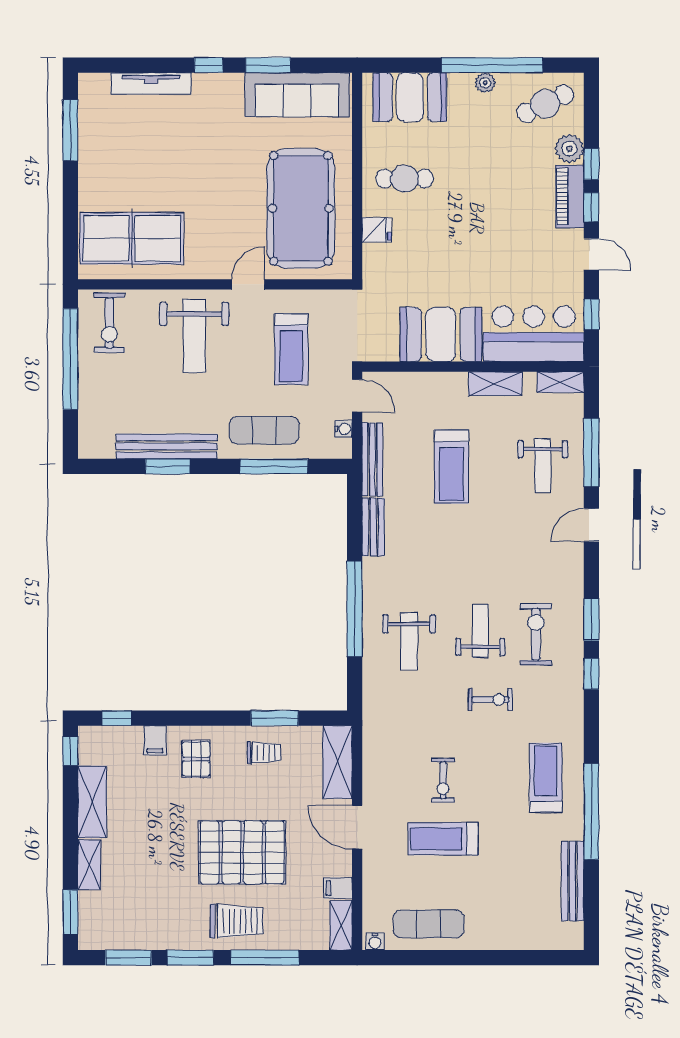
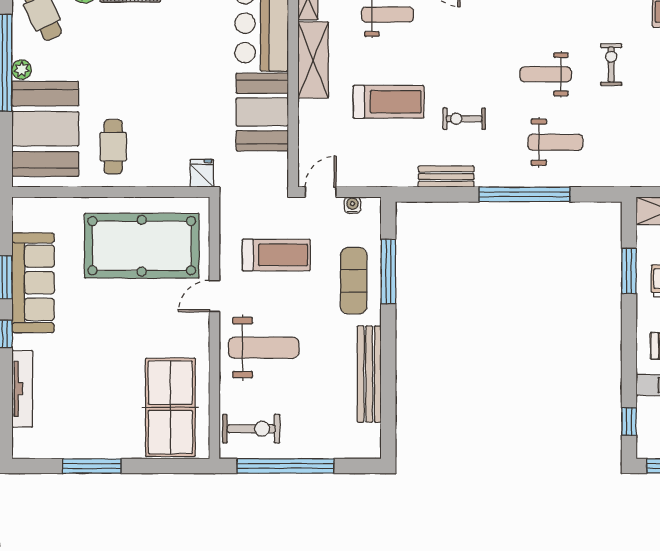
sofa: (297, 95) -> (33, 283), moved
booth: (410, 97) -> (45, 129), width x1.36, depth x1.42
window: (70, 130) -> (92, 466), moved
fridge: (377, 230) -> (202, 173), moved
door: (248, 284) -> (214, 296), hinge flipped
shelving: (495, 384) -> (313, 60), width x1.50, depth x1.33
bench: (372, 459) -> (382, 177), removed
window: (168, 466) -> (388, 373), removed
exercise bike: (536, 634) -> (464, 119), moved, width x0.73, depth x0.72

